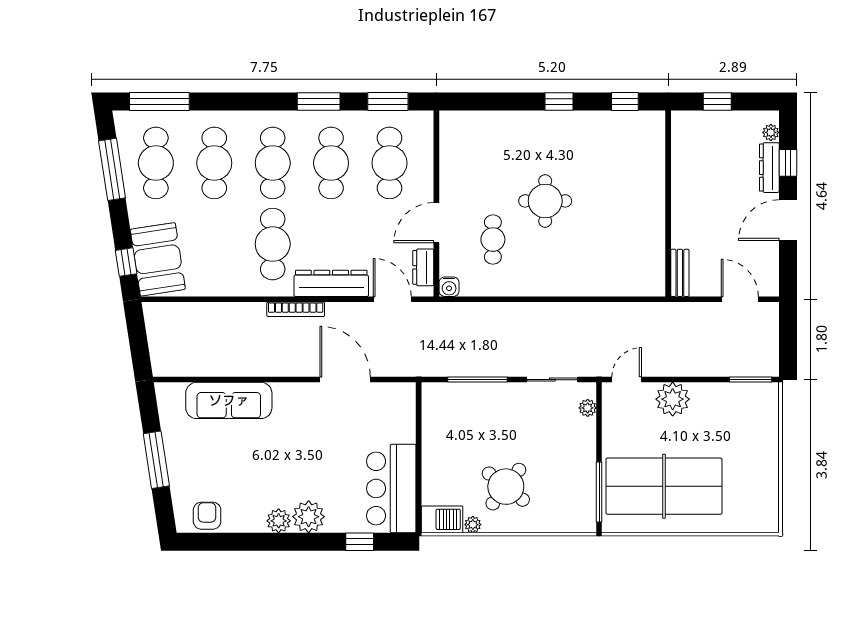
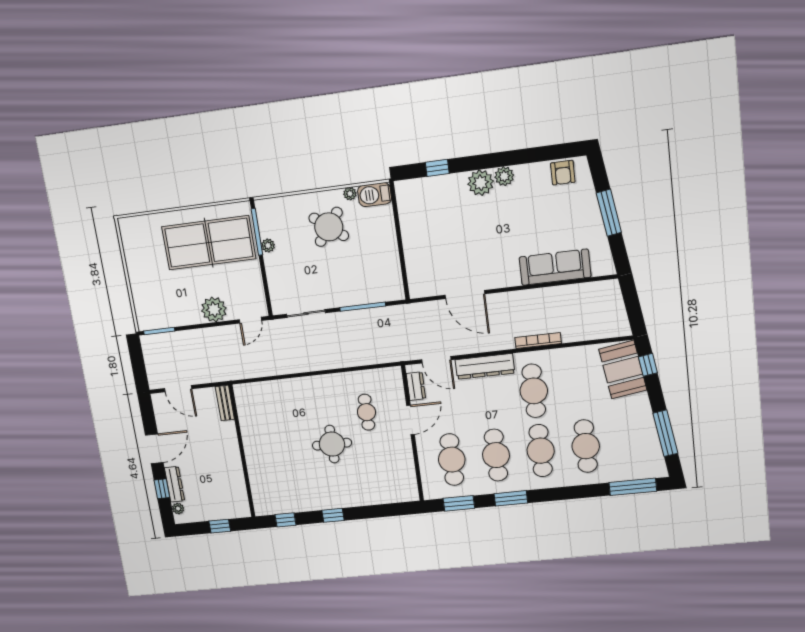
cafe table: (156, 163) -> (631, 442), removed
water cooler: (449, 287) -> (394, 374), removed
bookcase: (296, 309) -> (538, 341), moved
plant: (588, 408) -> (268, 246), moved
bar counter: (391, 488) -> (418, 214), removed

